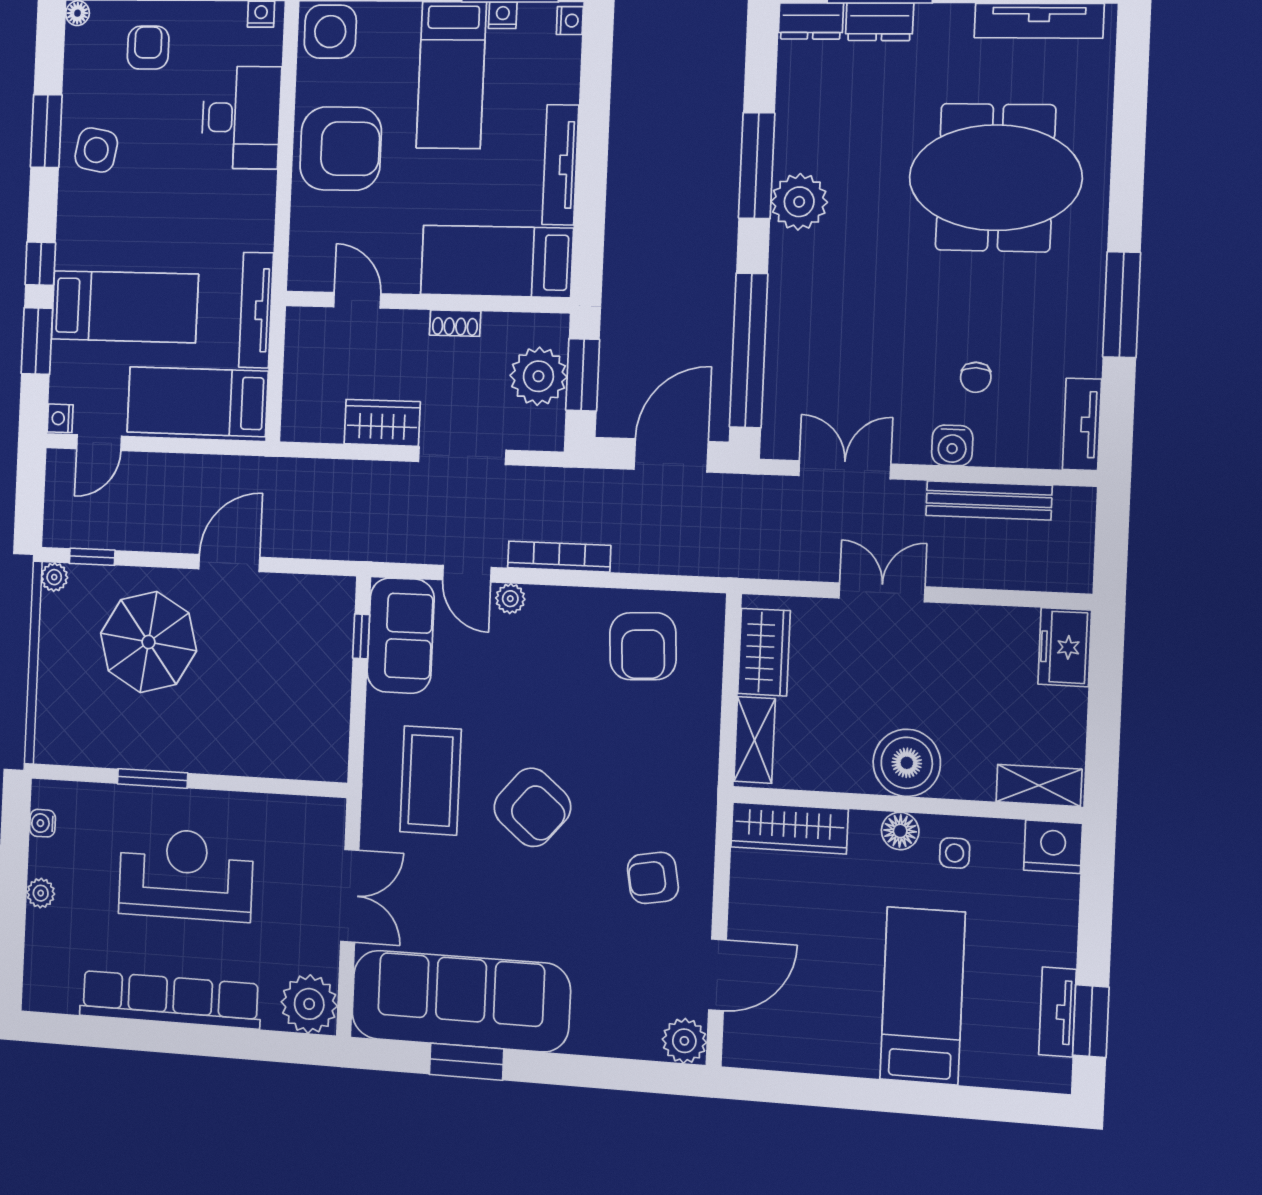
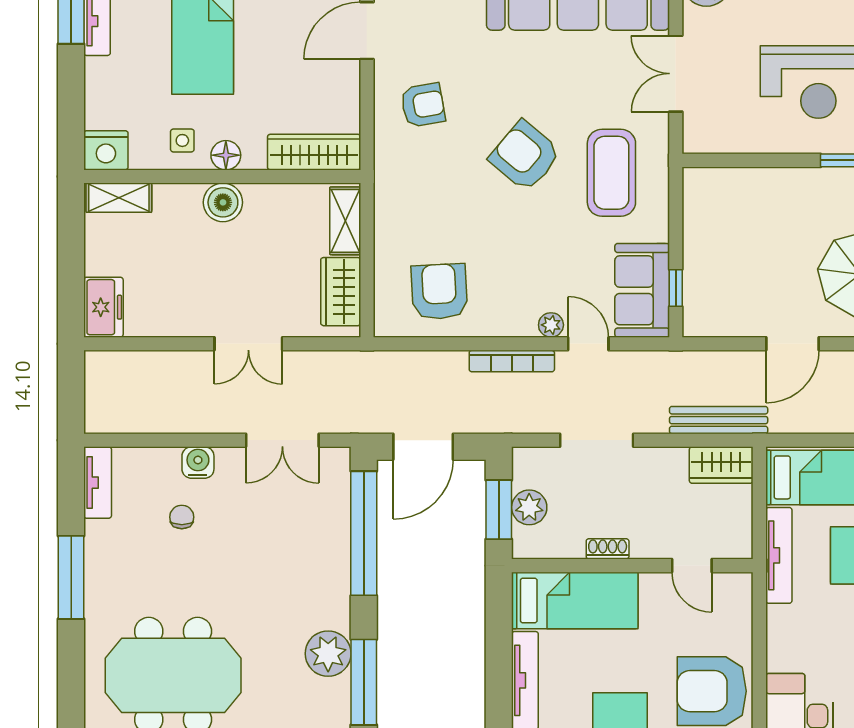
plant: (538, 376) -> (529, 507), width x0.73, depth x0.73
wardrobe: (382, 423) -> (721, 465), moved
bench: (989, 500) -> (719, 420), moved
boiler: (907, 763) -> (223, 202), width x0.73, depth x0.73

